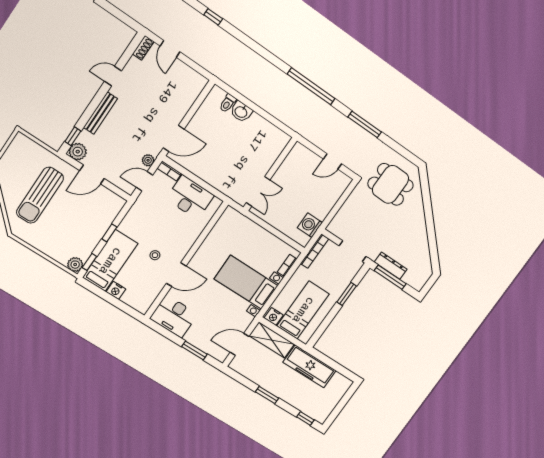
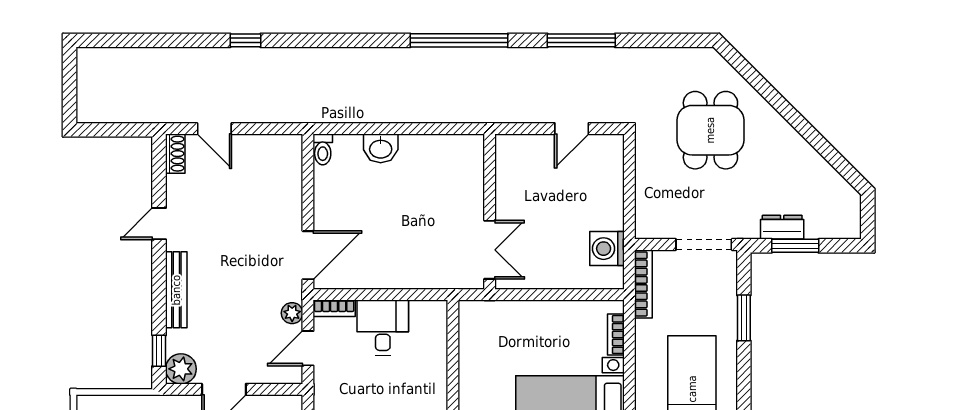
toilet: (228, 103) -> (323, 149), moved
dining table: (390, 184) -> (710, 130), moved, turned 90
desk: (190, 197) -> (383, 327), width x0.73
dresser: (391, 266) -> (782, 227), width x0.70
window: (390, 277) -> (795, 246), width x0.69

